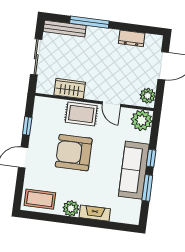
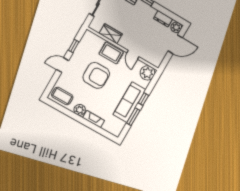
plant: (148, 96) -> (176, 27), moved
armchair: (74, 153) -> (96, 75), turned 180

